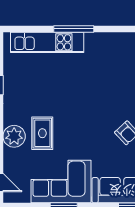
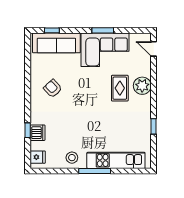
stool: (103, 46) -> (72, 158), added

